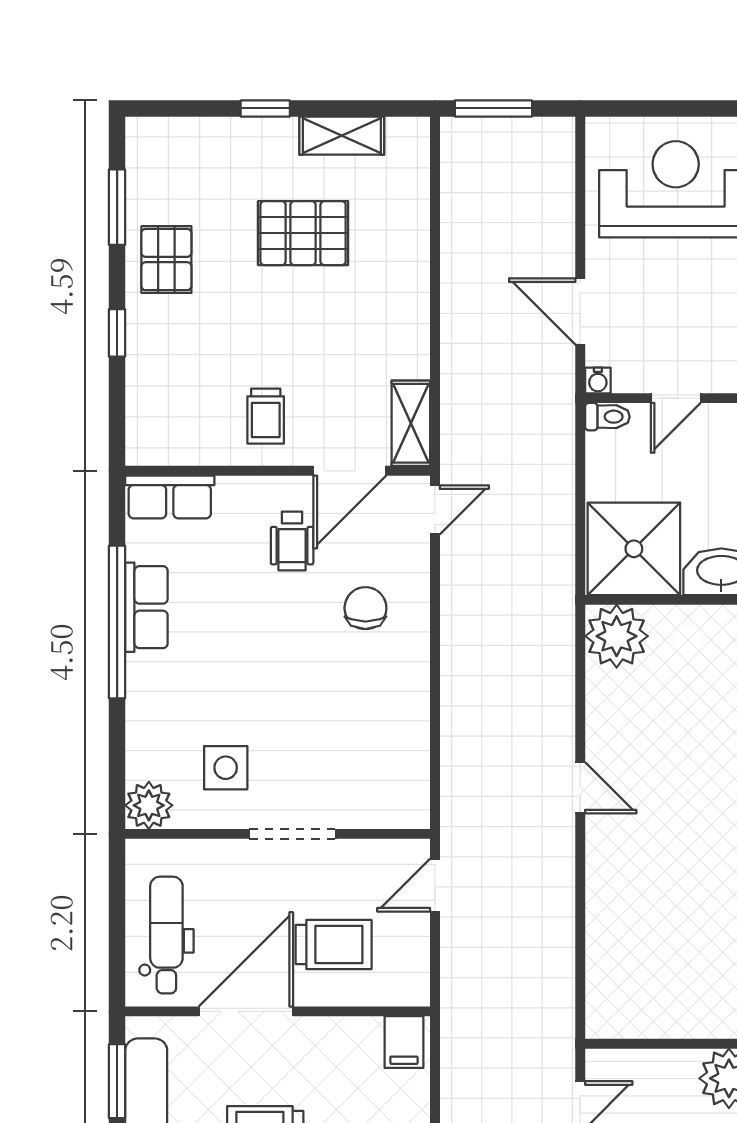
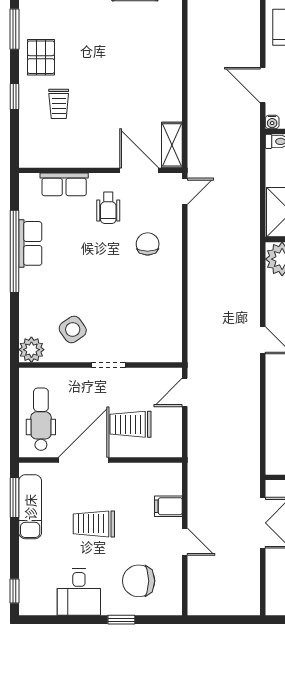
pallet: (303, 233) -> (114, 43), removed
trolley: (266, 416) -> (59, 104), moved
door: (350, 471) -> (139, 170), swing flipped
row of seats: (170, 497) -> (64, 184), moved
side table: (226, 768) -> (73, 329), turned -35
doorway: (293, 834) -> (109, 365), width x0.73
trolley: (334, 944) -> (131, 424), turned 180
filing cabinet: (404, 1042) -> (168, 506), moved, turned 90

